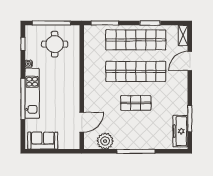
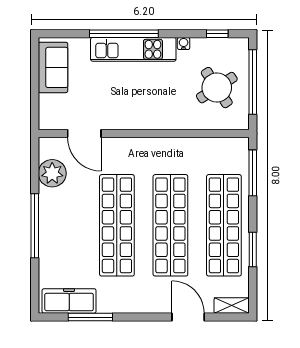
round table: (55, 44) -> (217, 88), turned -33
shop shelf: (136, 103) -> (117, 225), width x2.00, depth x1.36

